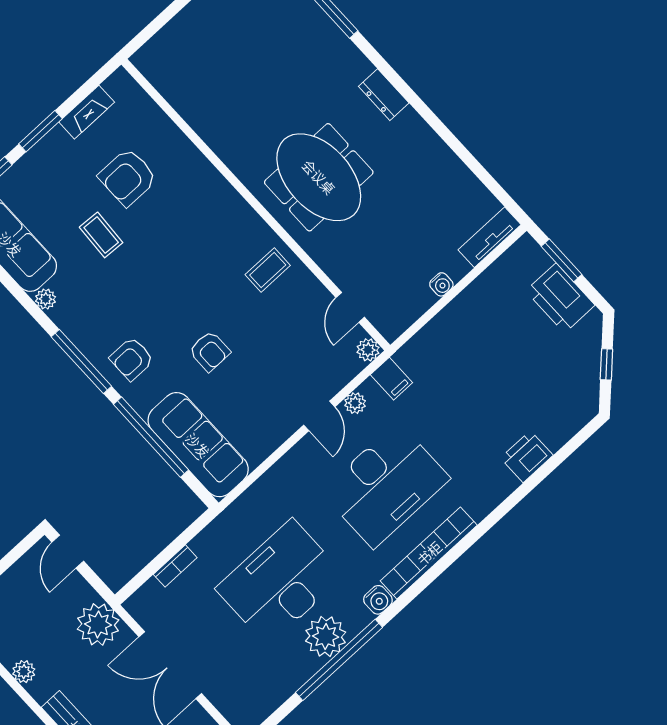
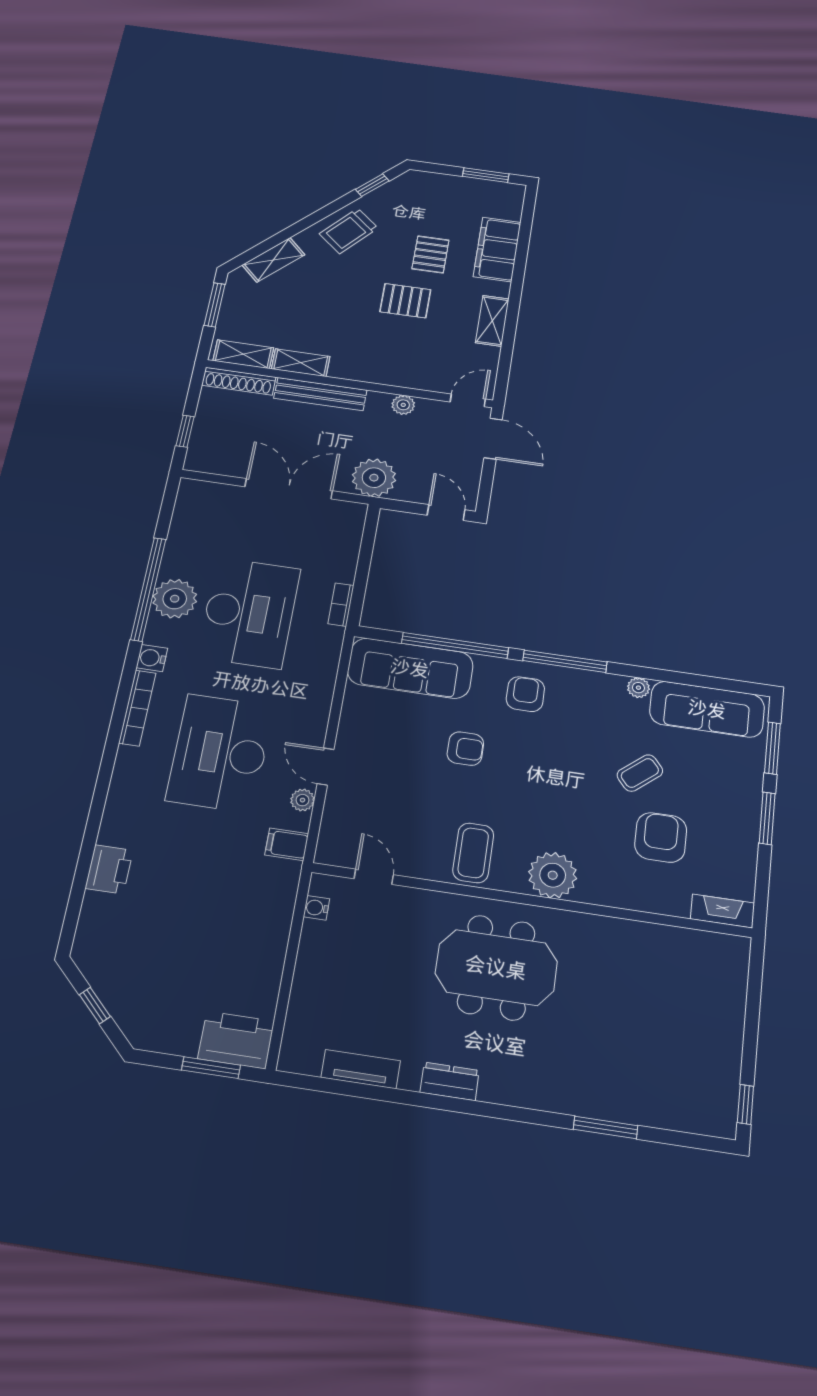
dresser: (384, 95) -> (450, 1081), moved
fireplace: (87, 112) -> (722, 911), moved, turned 90
coffee table: (101, 235) -> (640, 773), turned -43
tv unit: (489, 237) -> (361, 1069), moved, turned -90
coffee table: (268, 270) -> (473, 853), width x1.36, depth x1.30
water cooler: (441, 284) -> (316, 908), moved
printer: (560, 298) -> (236, 1040), moved
plant: (368, 350) -> (553, 875), moved, width x1.88, depth x1.88
armchair: (210, 351) -> (465, 749), turned 180
bookcase: (429, 553) -> (137, 708), width x0.68, depth x0.76
bookcase: (175, 566) -> (341, 605), moved

